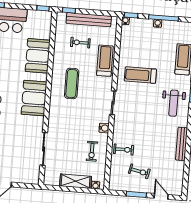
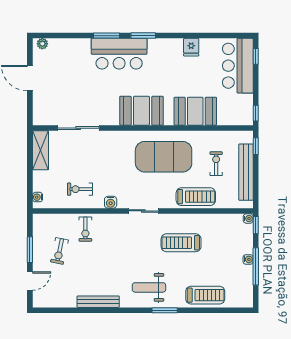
treadmill: (140, 75) -> (181, 243), turned -90
exercise mat: (72, 83) -> (164, 157), width x2.00, depth x1.45
shelving: (76, 181) -> (41, 150), moved

